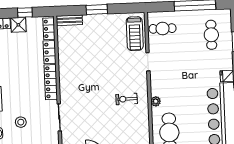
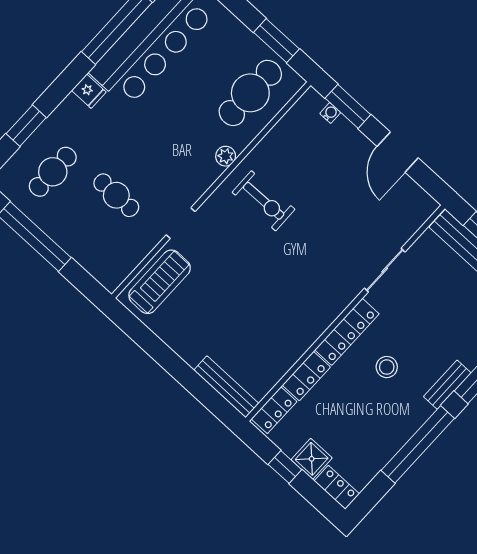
window: (97, 10) -> (179, 370), removed
bench: (69, 20) -> (226, 387), width x1.36
cafe table: (163, 29) -> (116, 195), moved
exercise bike: (127, 99) -> (264, 201), width x1.38, depth x1.39
stool: (21, 122) -> (387, 367), moved

